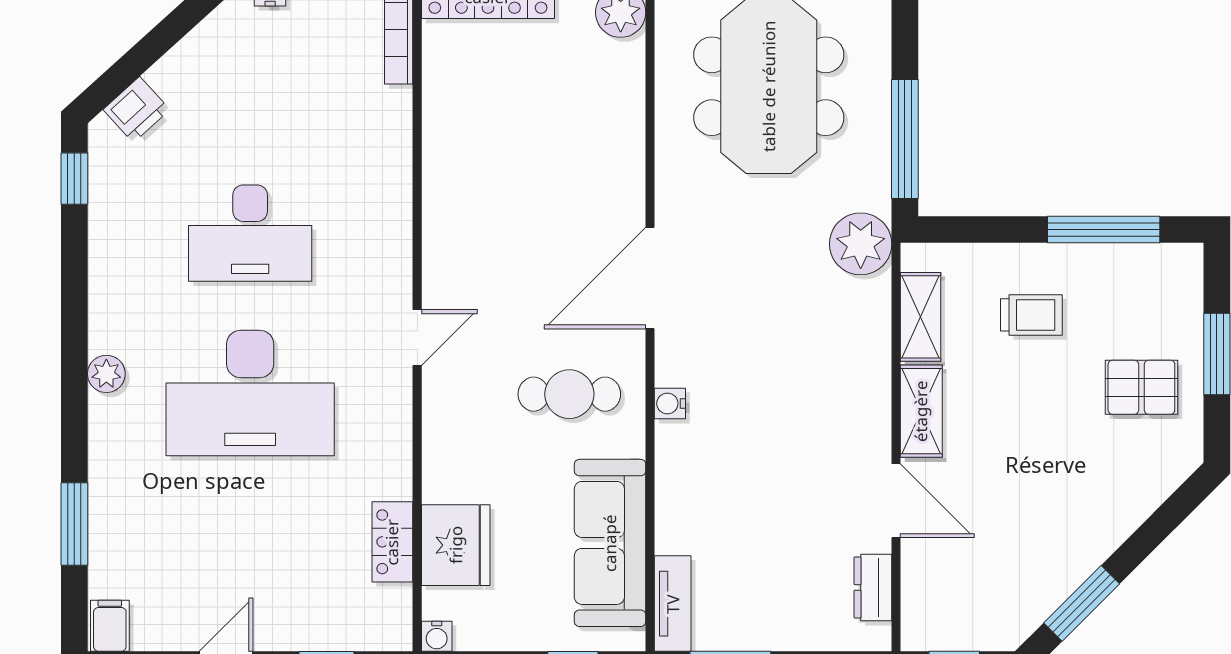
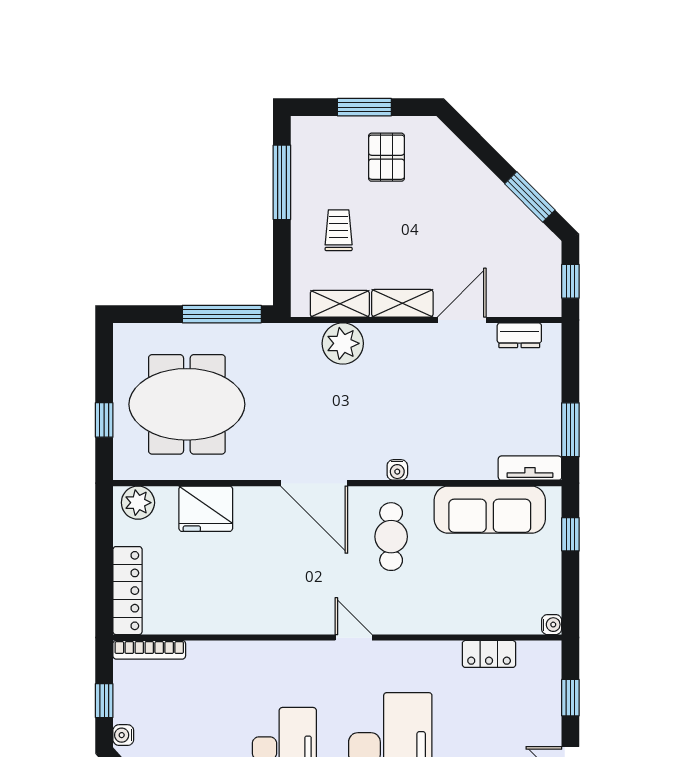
plant: (861, 244) -> (343, 343), moved
fridge: (456, 545) -> (206, 509), moved, turned 180

